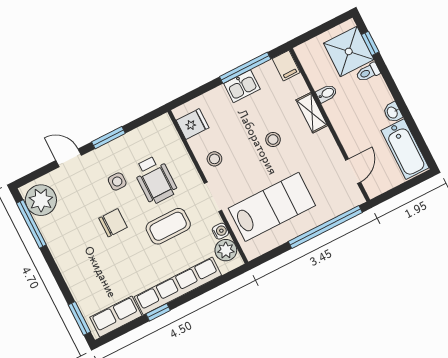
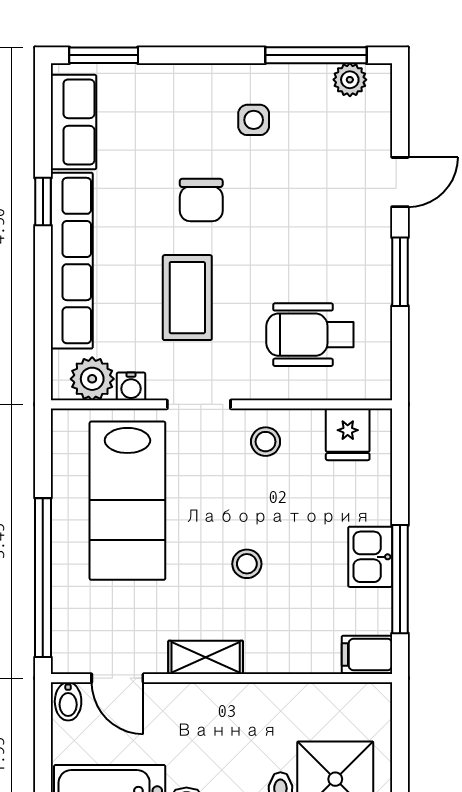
bidet: (327, 93) -> (68, 701), moved
shelving: (312, 113) -> (206, 657), moved
wheelchair: (155, 180) -> (310, 335), moved
side table: (117, 182) -> (254, 120), moved
plant: (41, 200) -> (350, 80), width x0.53, depth x0.53
chair: (113, 223) -> (201, 200), moved

